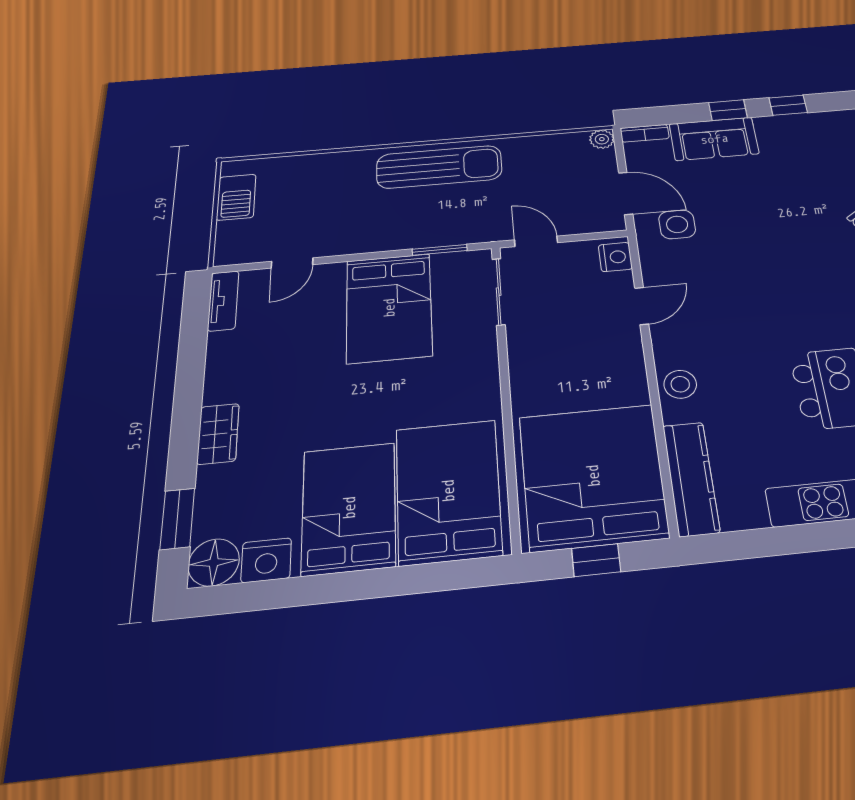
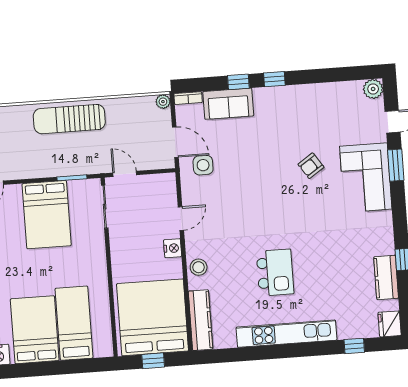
sun lounger: (439, 167) -> (69, 119), turned 180
nightstand: (615, 257) -> (173, 248), moved
bed: (448, 491) -> (74, 323), width x0.67

